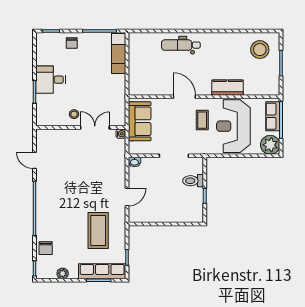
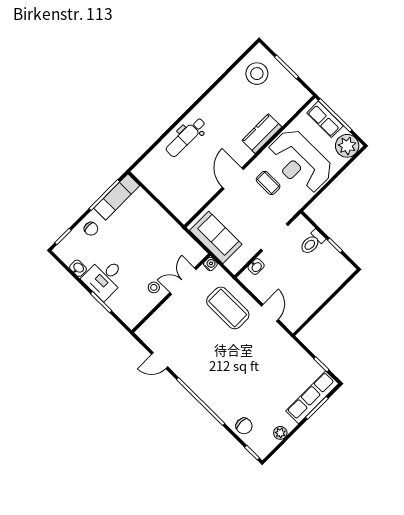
exam couch: (119, 53) -> (117, 197), moved, turned -90
washbasin: (41, 58) -> (78, 268), added
door: (184, 97) -> (233, 178), hinge flipped
washbasin: (134, 162) -> (256, 267), moved
coffee table: (98, 230) -> (228, 308), moved

